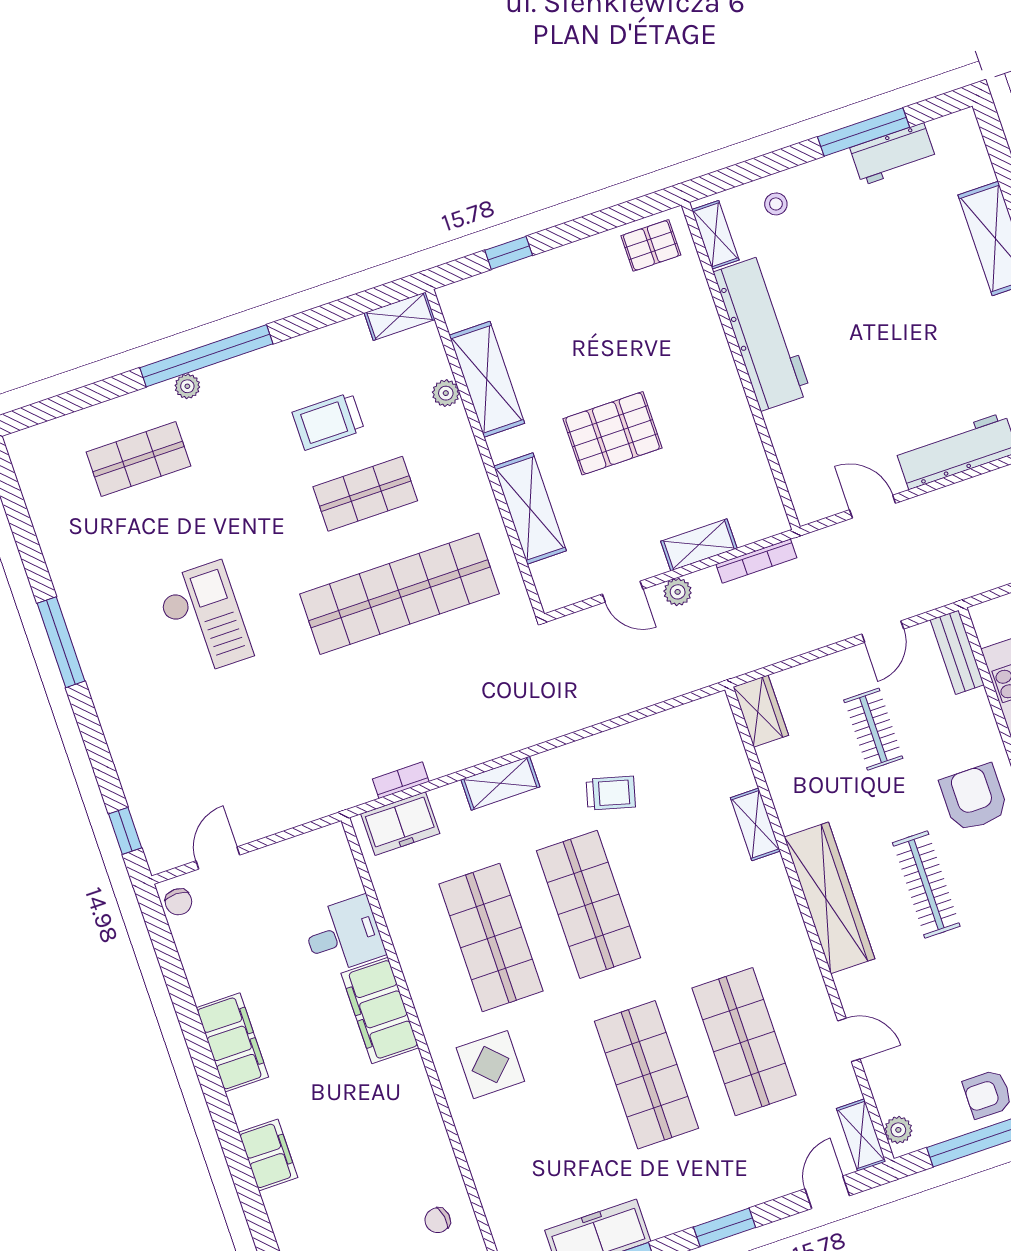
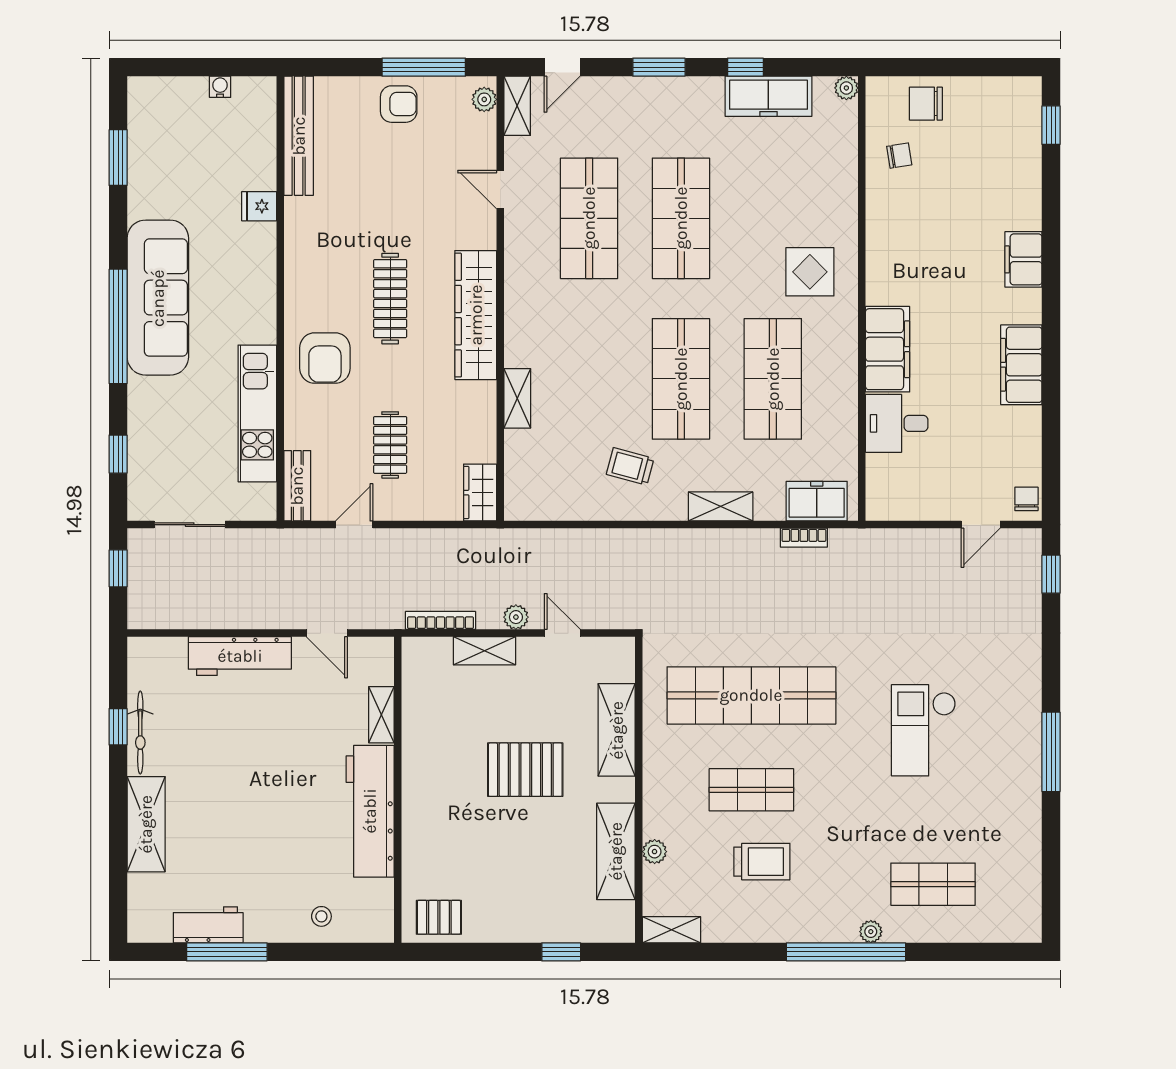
shelving: (715, 235) -> (381, 715), moved

